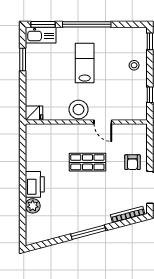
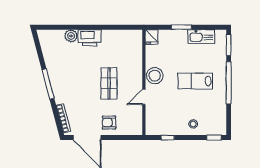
kitchen sink: (41, 35) -> (201, 37), moved, turned -90
window: (23, 60) -> (182, 27), moved
lab bench: (85, 63) -> (195, 81), turned 180

